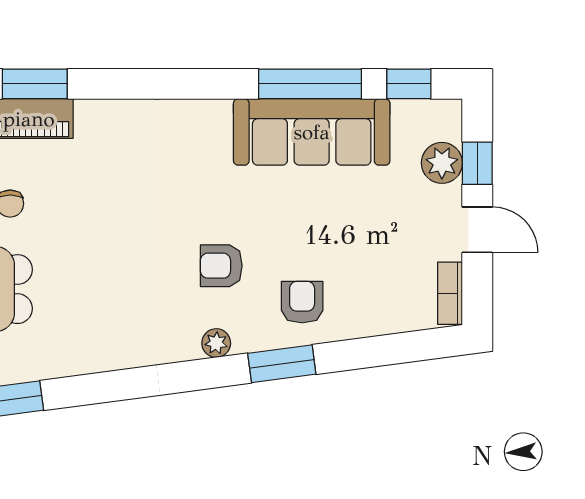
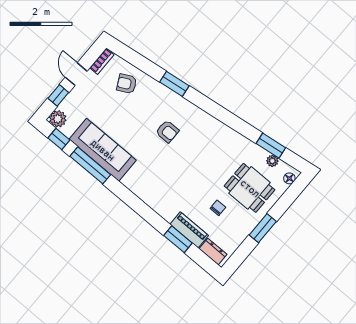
plant: (442, 163) -> (58, 119), moved
armchair: (302, 302) -> (127, 84), moved, turned 63
plant: (216, 343) -> (190, 108), removed

